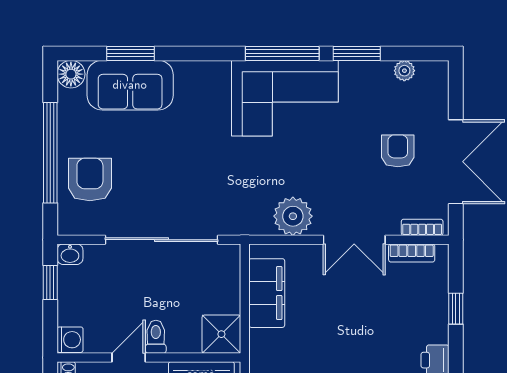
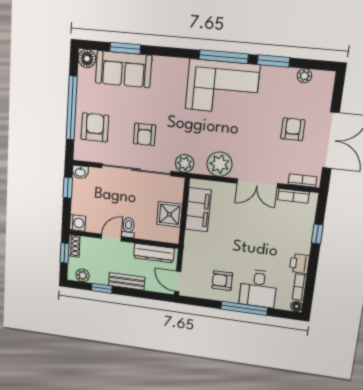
armchair: (171, 182) -> (145, 134), added
plant: (238, 221) -> (185, 163), added
shower: (221, 334) -> (169, 214), moved

